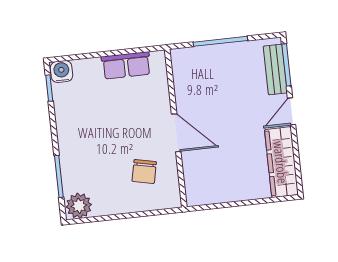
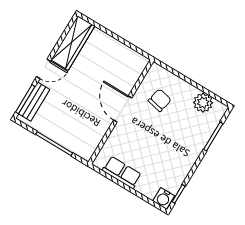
plant: (79, 206) -> (203, 103), moved

